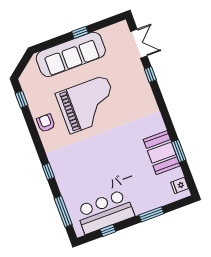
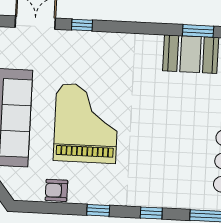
window: (22, 99) -> (98, 210), moved
armchair: (46, 123) -> (56, 190), moved

